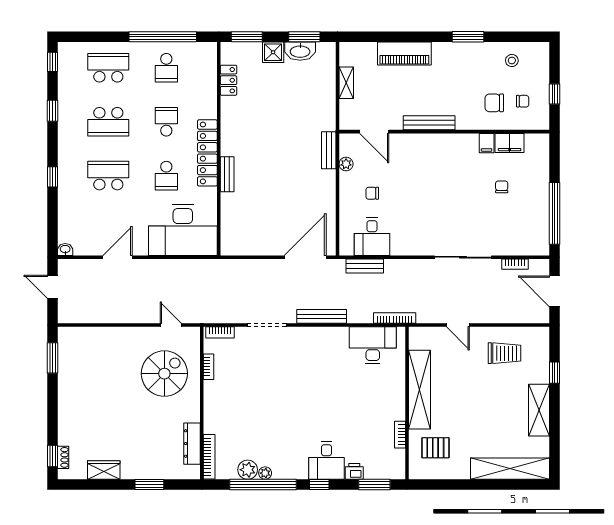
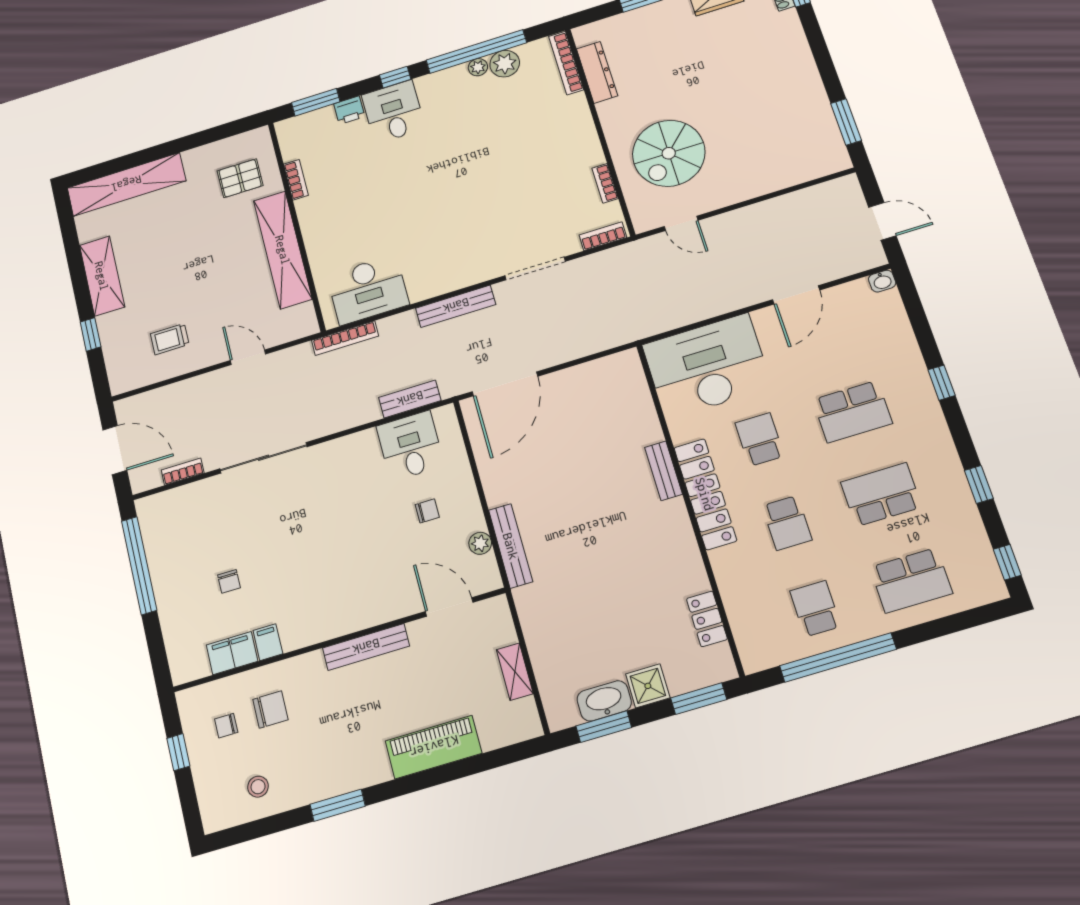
bench: (329, 150) -> (511, 546), width x1.36
trolley: (505, 353) -> (170, 339), width x0.73, depth x0.72

